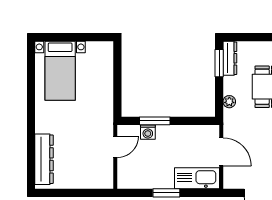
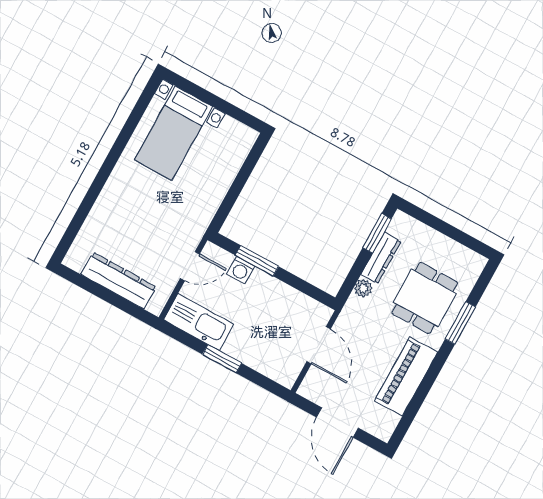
dresser: (230, 58) -> (381, 258), moved
dresser: (44, 159) -> (119, 281), moved, turned -90
kitchen sink: (197, 178) -> (199, 322), moved

